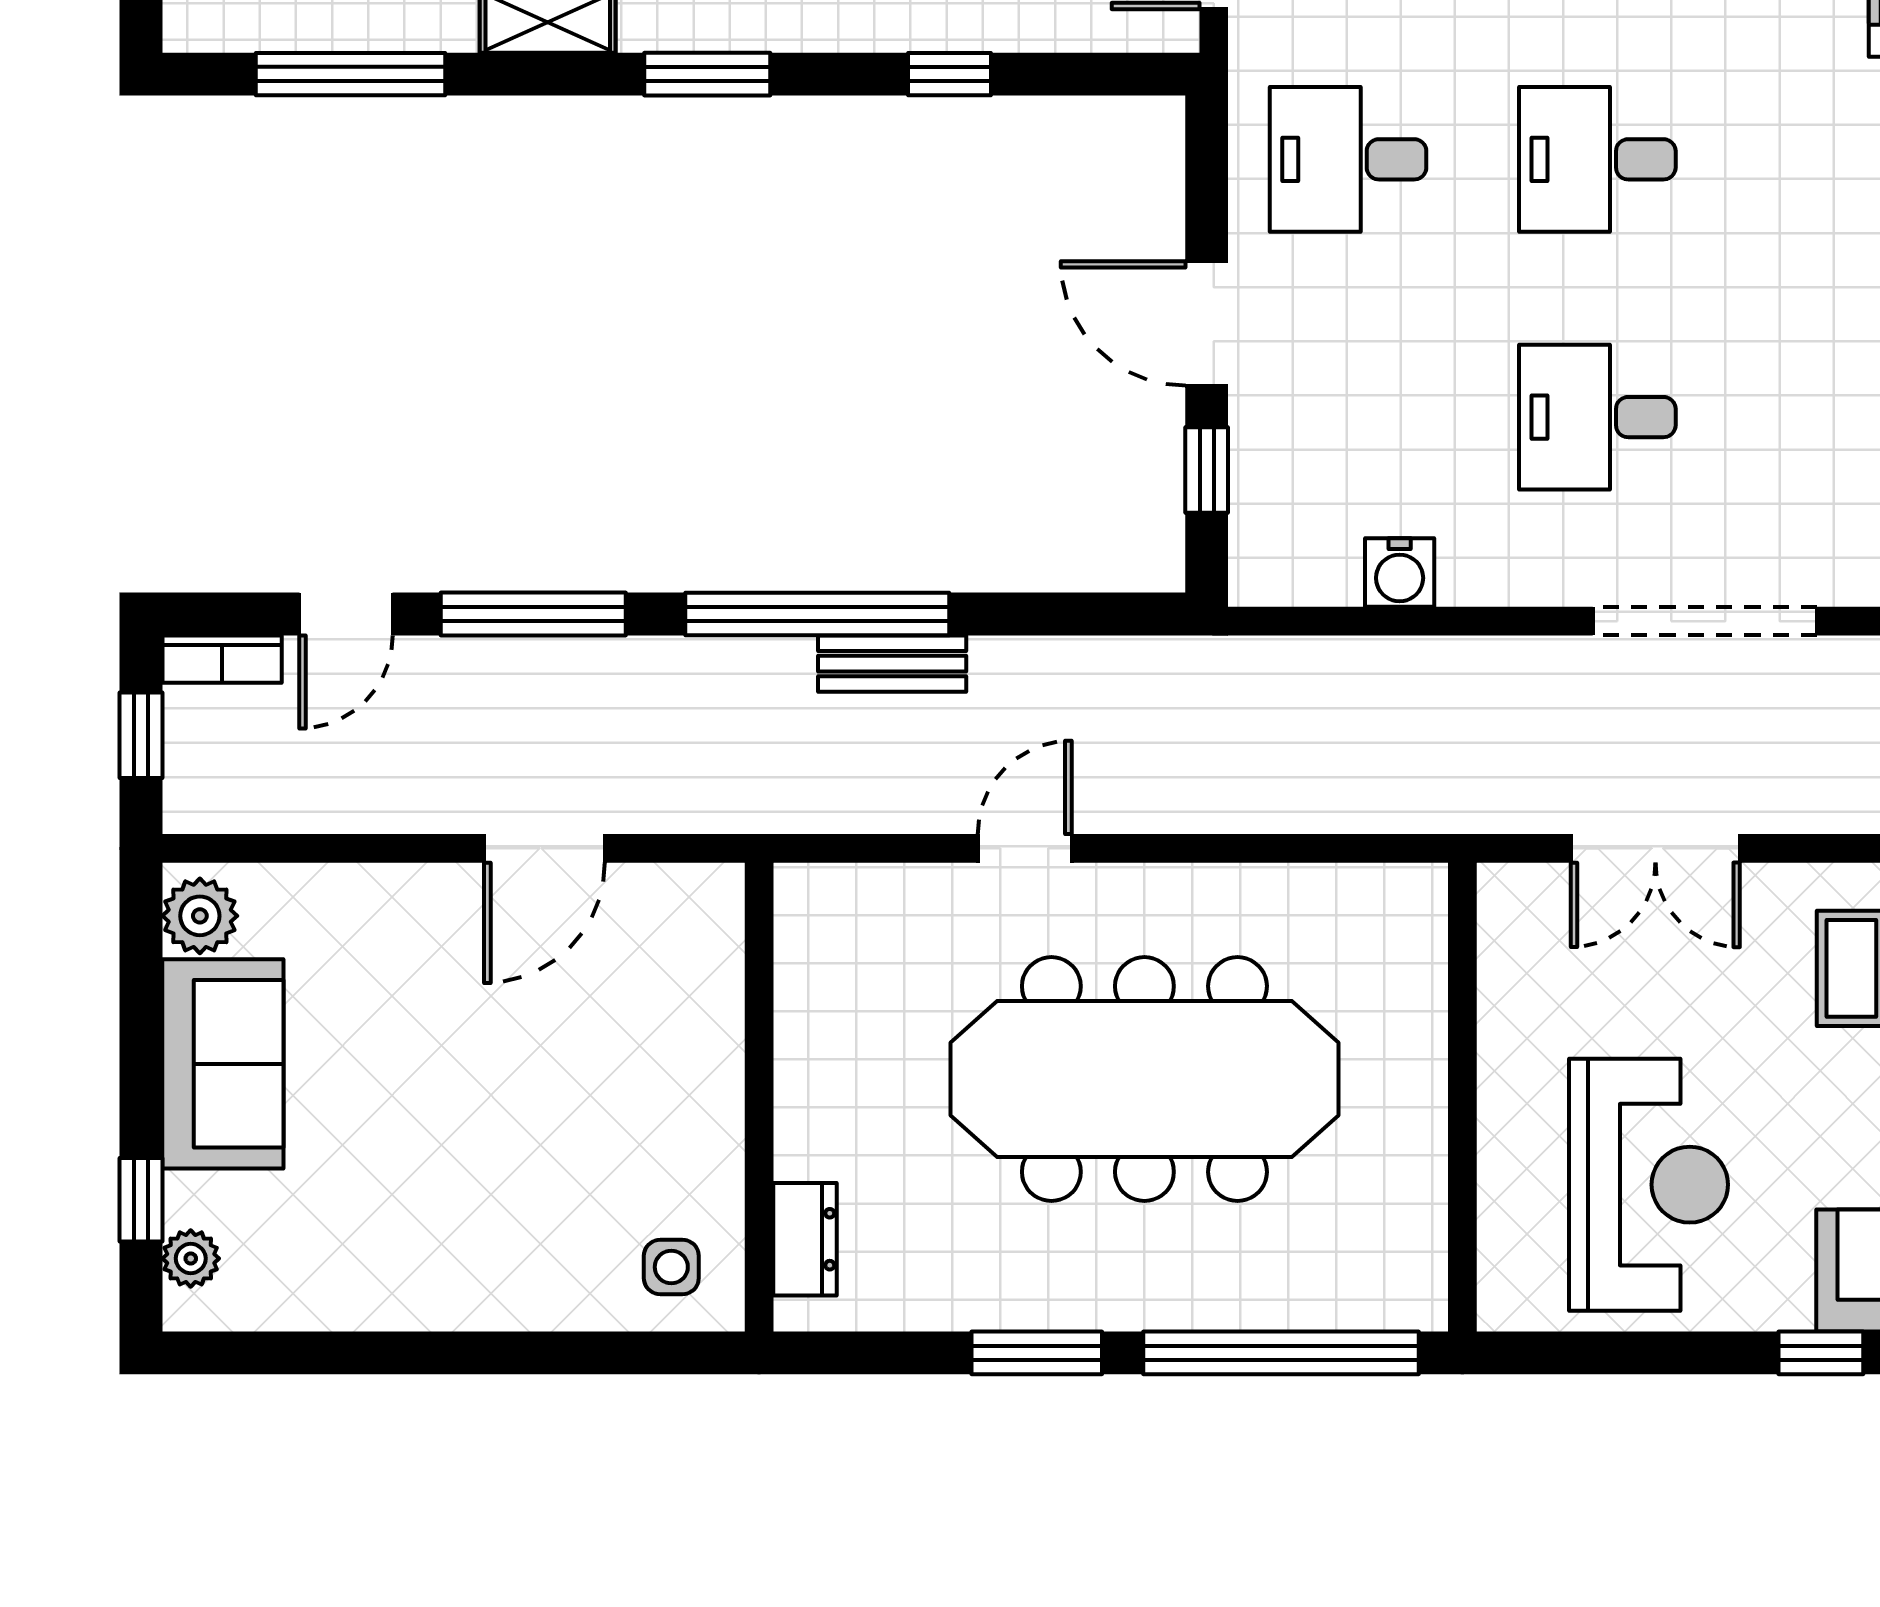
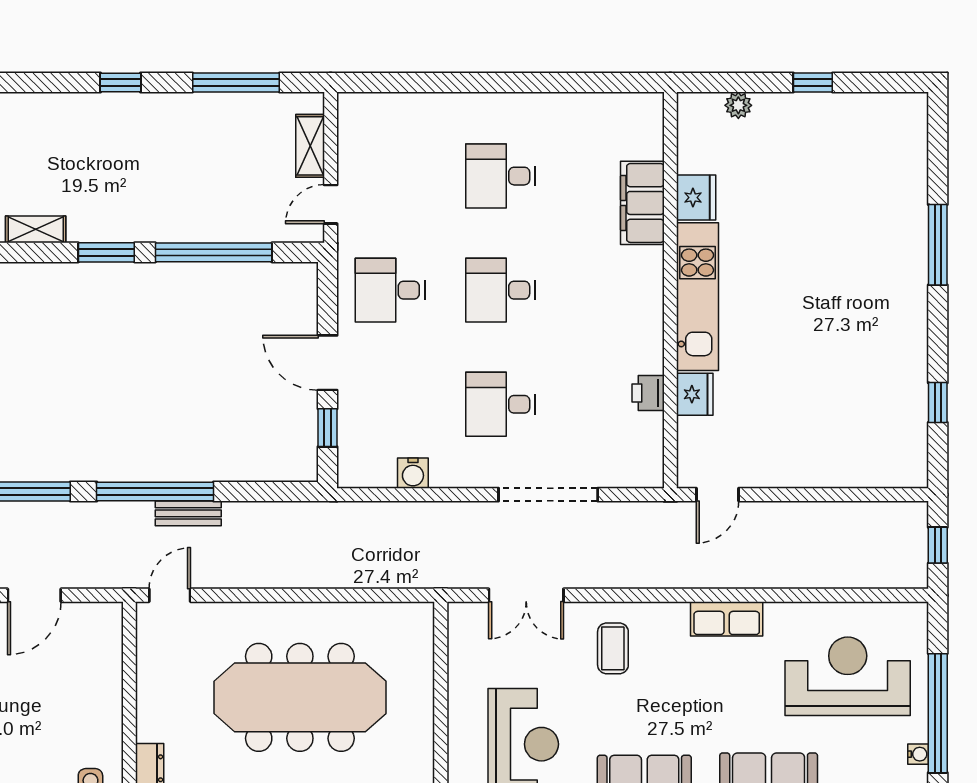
window: (950, 74) -> (214, 252), width x3.17
door: (1025, 848) -> (170, 595), moved

